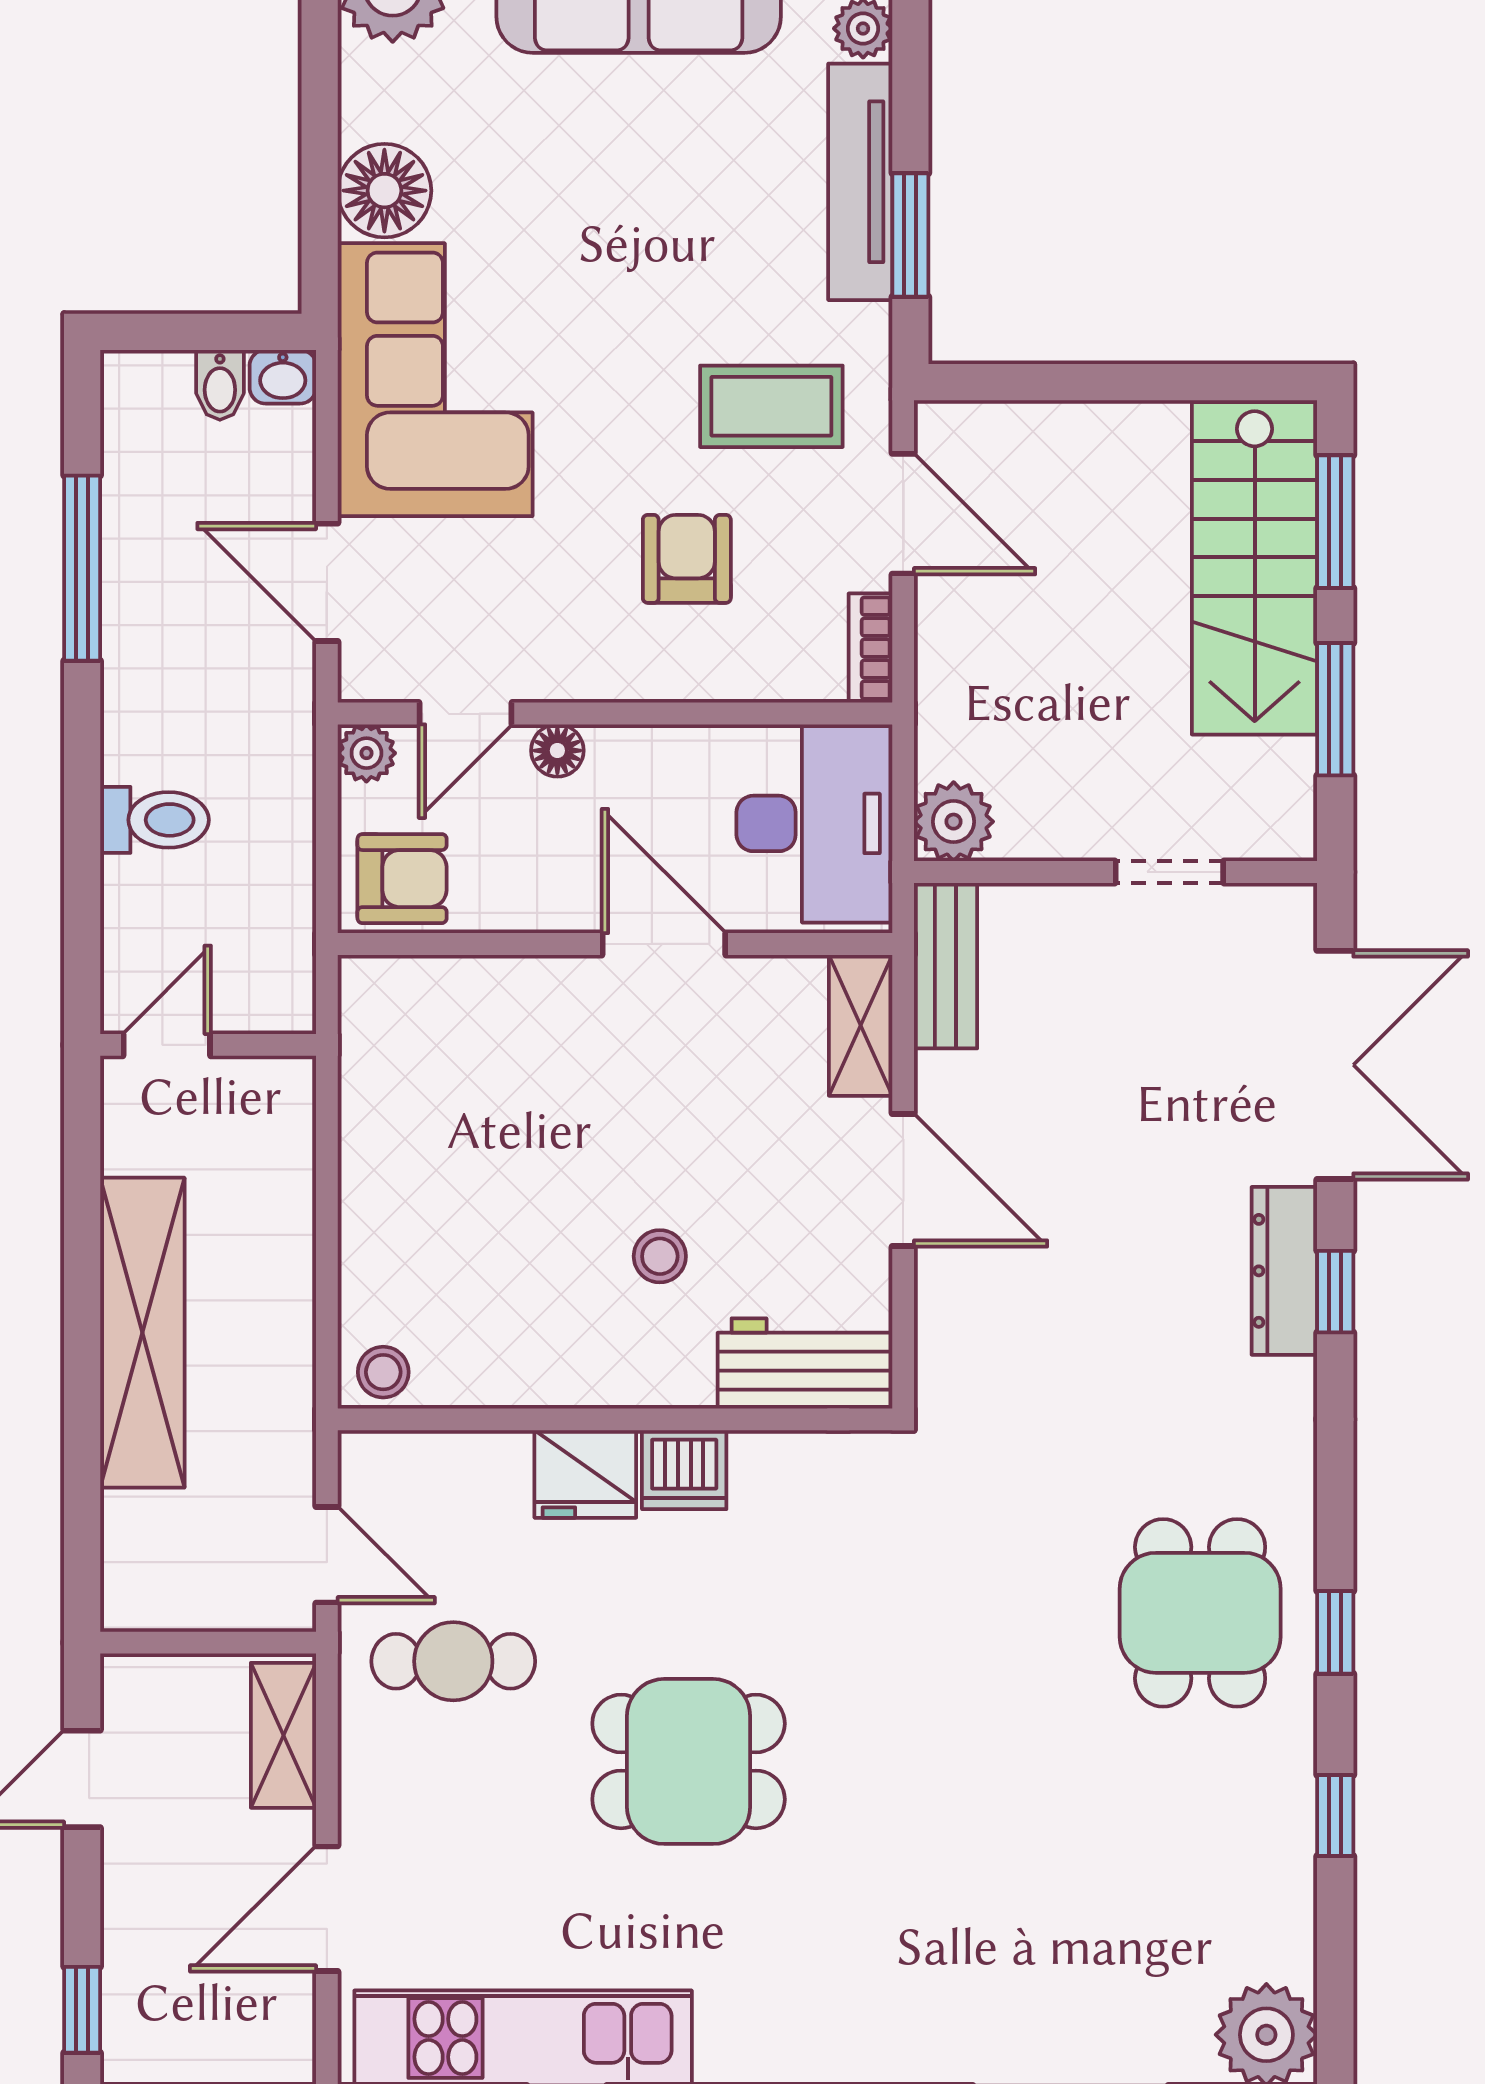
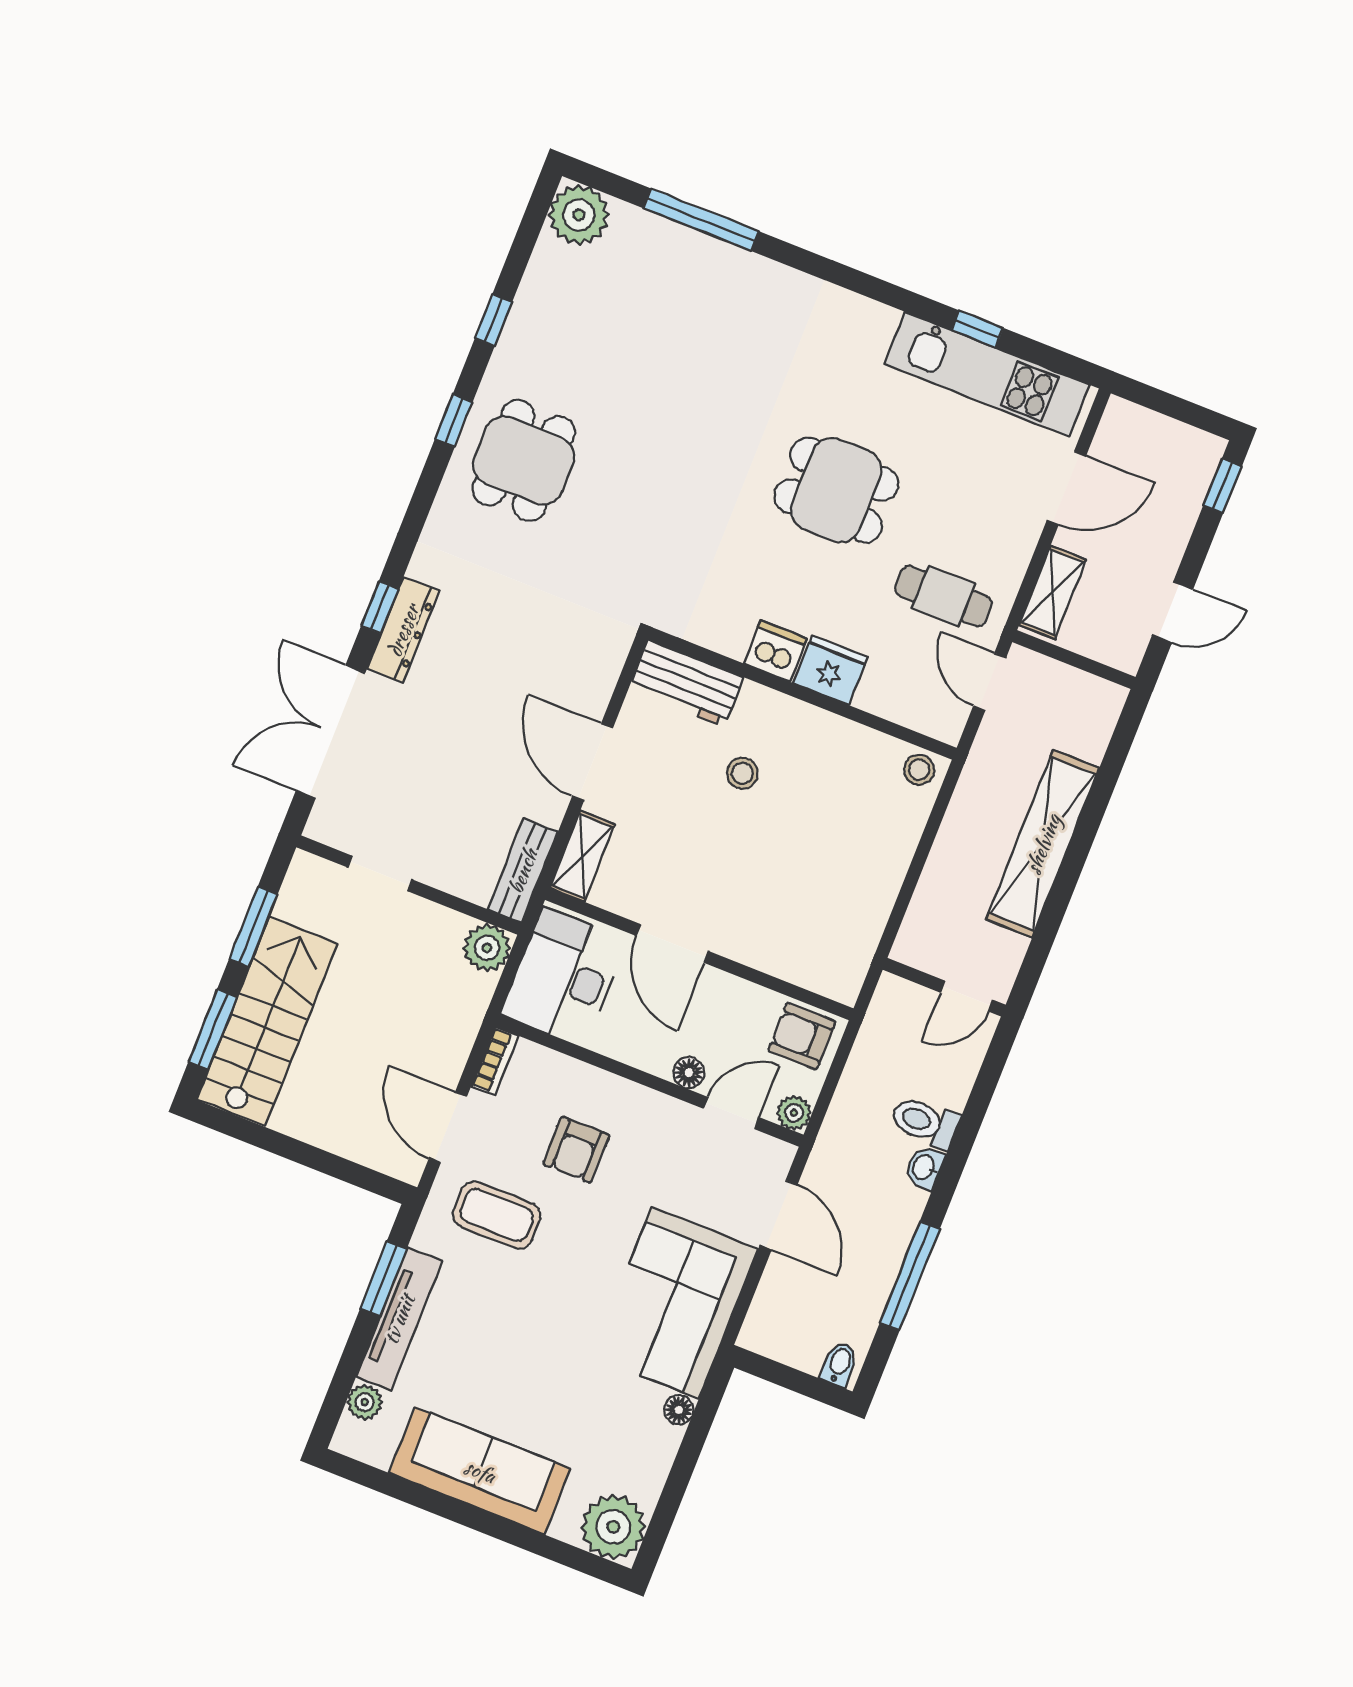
floor lamp: (384, 191) -> (679, 1410), width x0.53, depth x0.53
washbasin: (283, 377) -> (924, 1168), moved, turned -90
bidet: (220, 385) -> (839, 1364), moved

